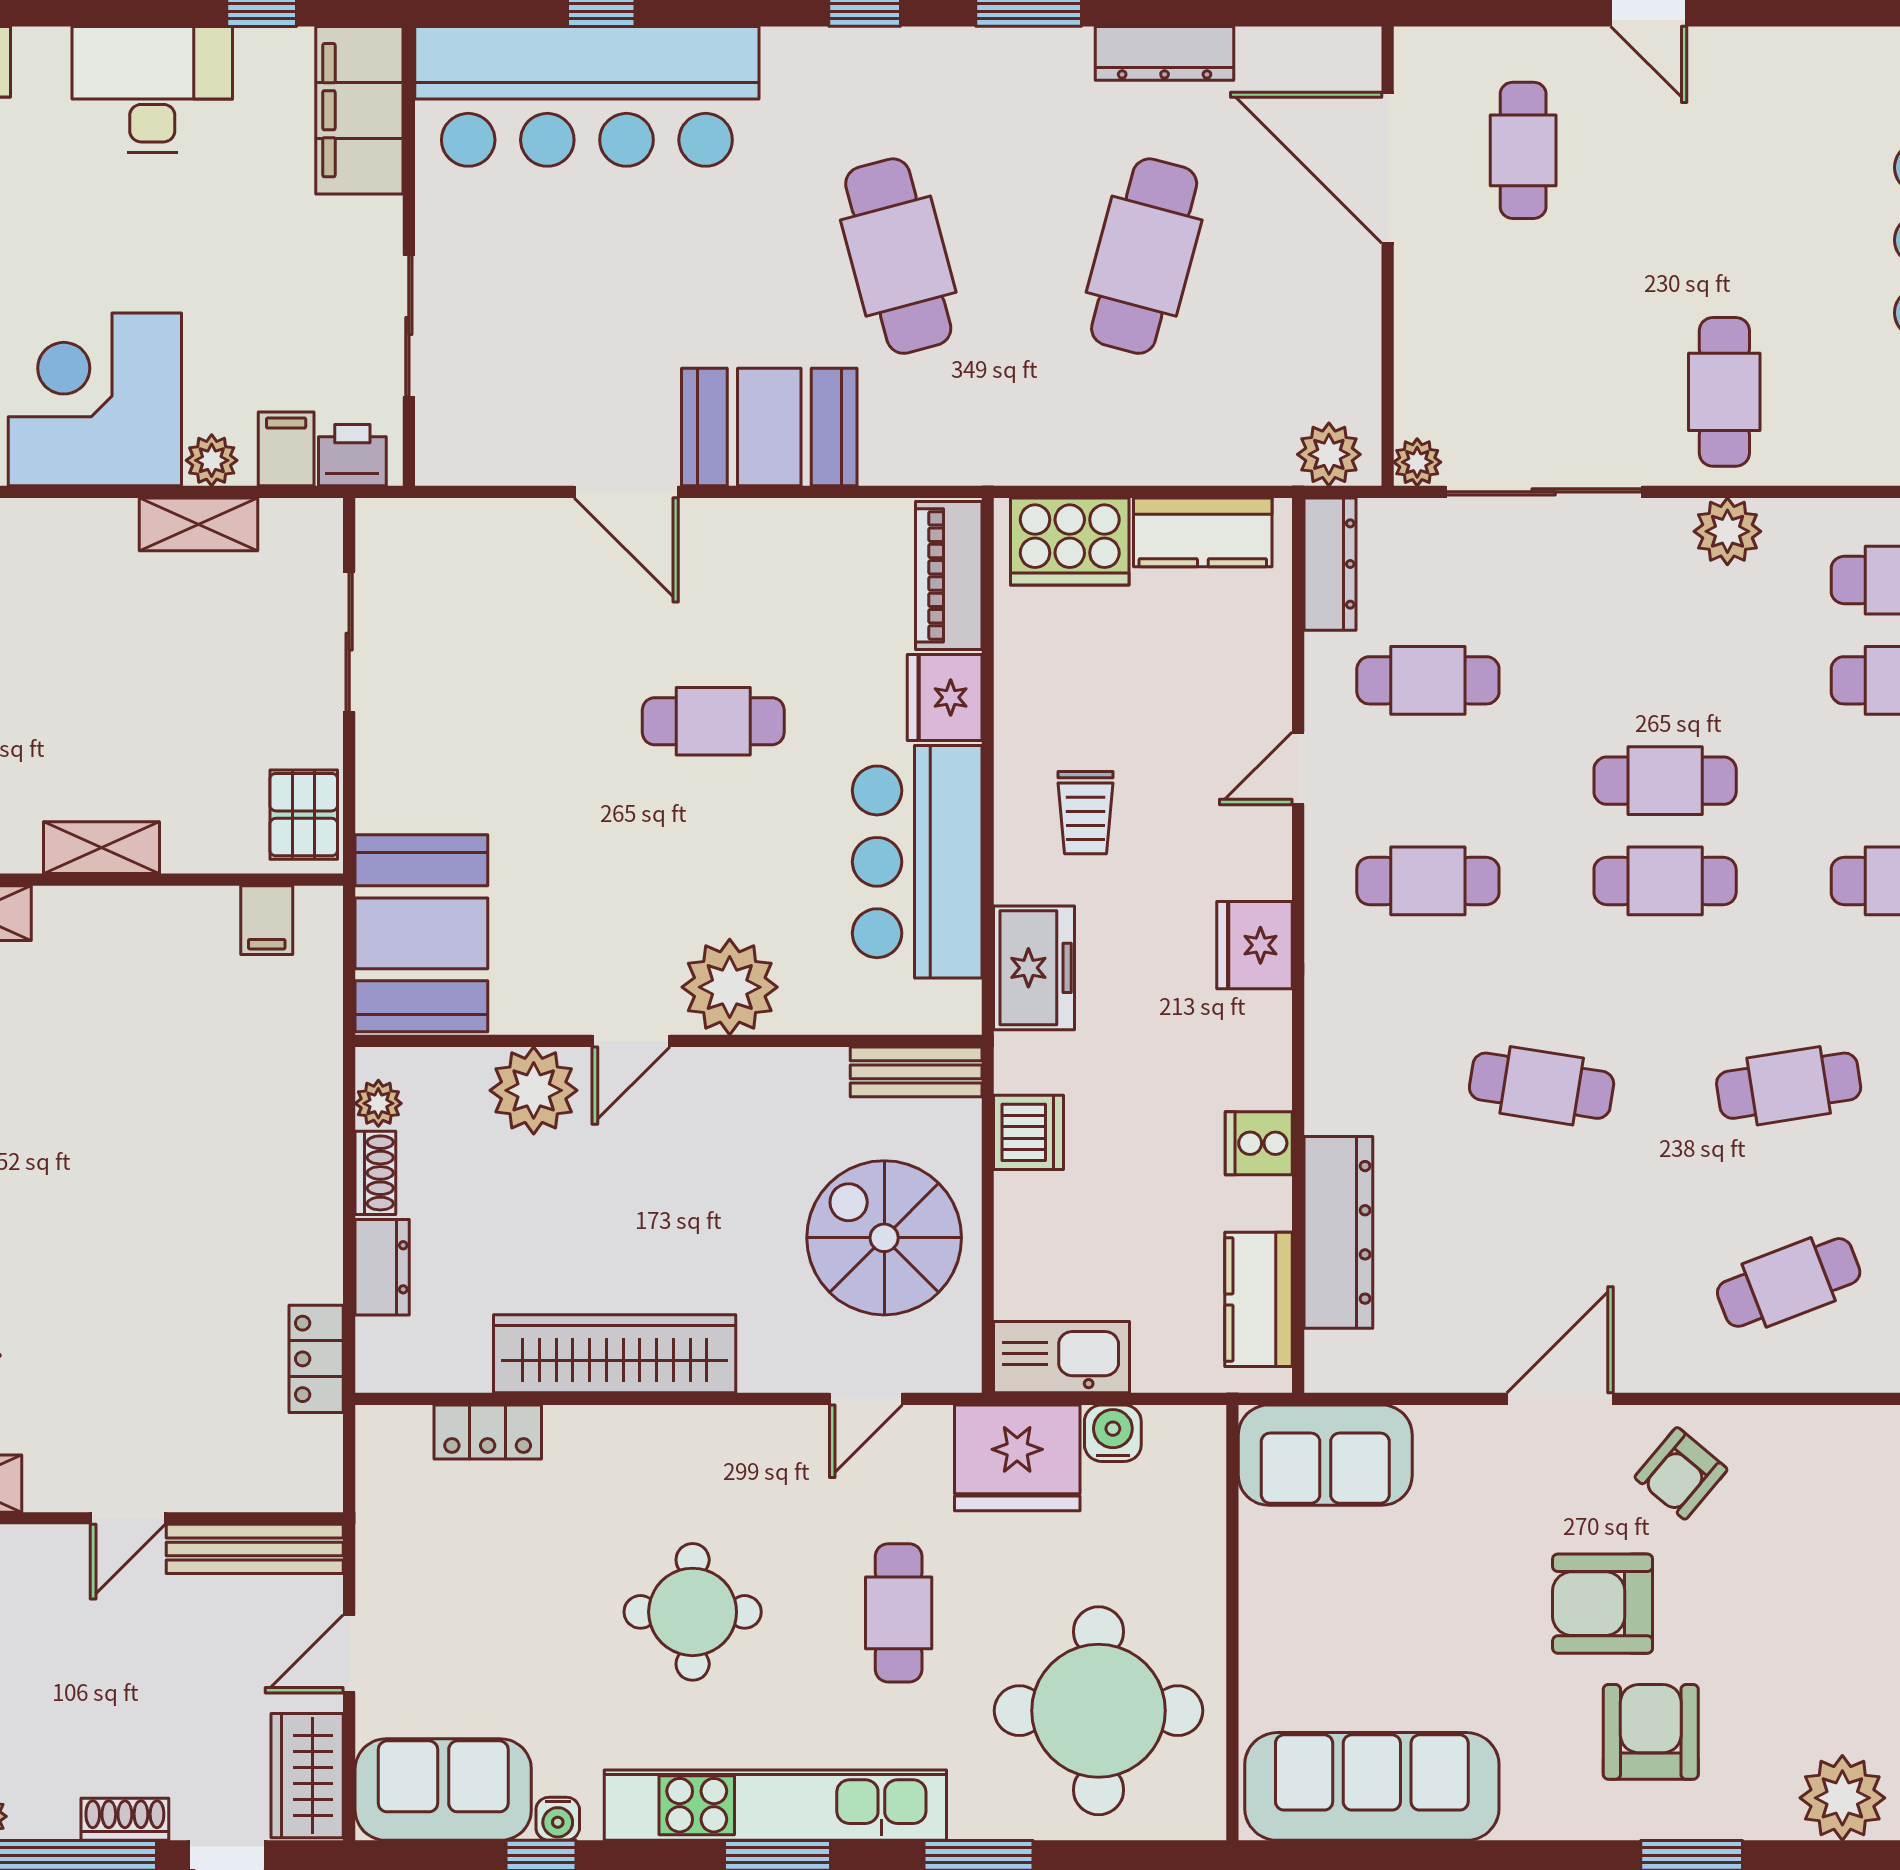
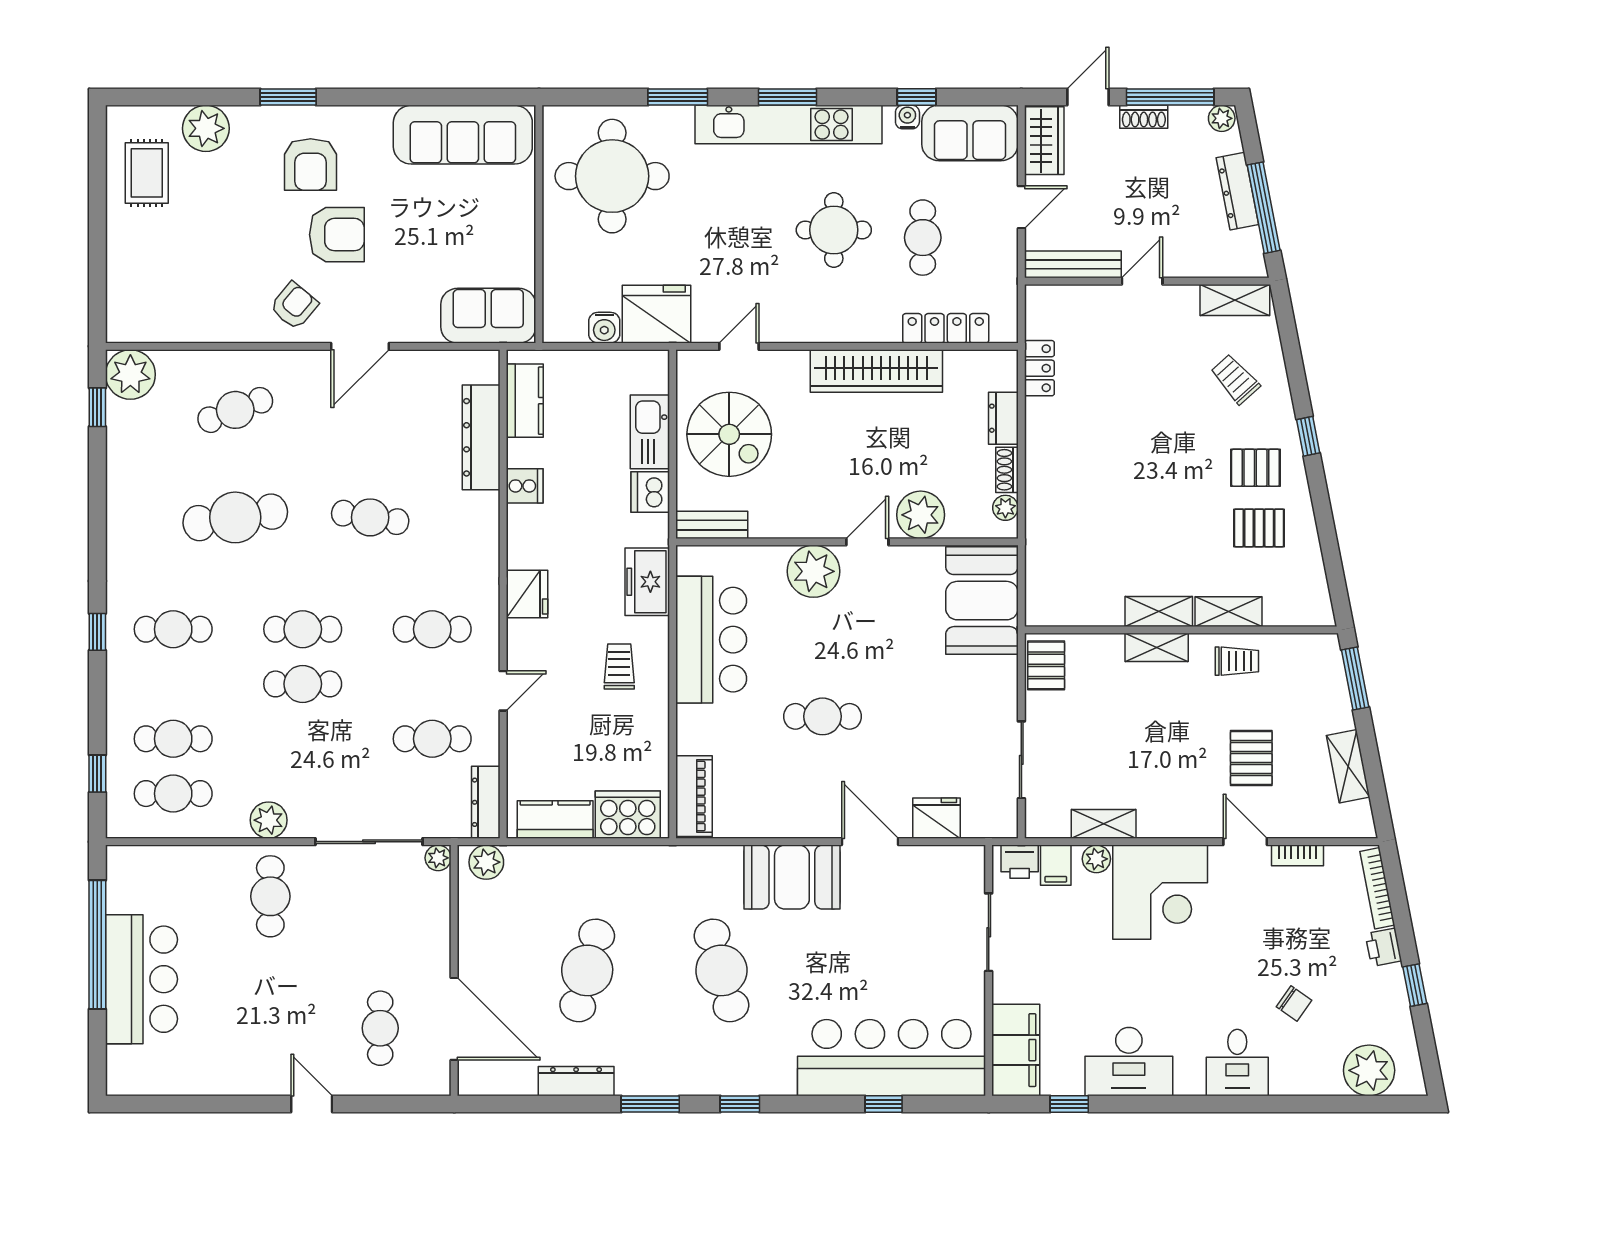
fridge: (945, 697) -> (937, 818), moved, turned -90
shelving: (98, 913) -> (1159, 611), added
filing cabinet: (267, 920) -> (1066, 608), removed
cafe table: (1789, 1086) -> (235, 517), width x1.37, depth x1.35
kitchen sink: (1061, 1357) -> (650, 432), moved, turned 90
locker: (488, 1432) -> (946, 328), width x1.53
cafe table: (899, 1613) -> (923, 238), moved

